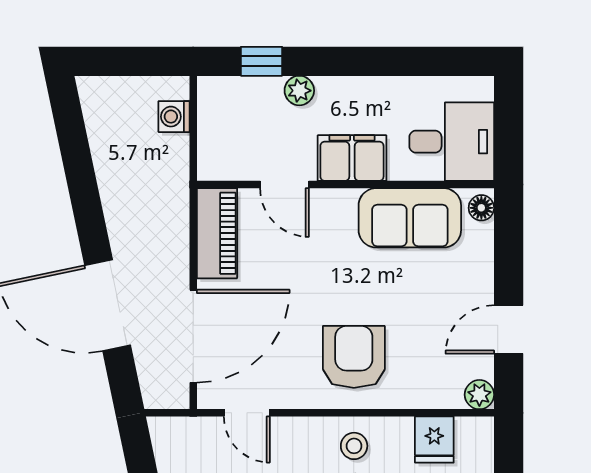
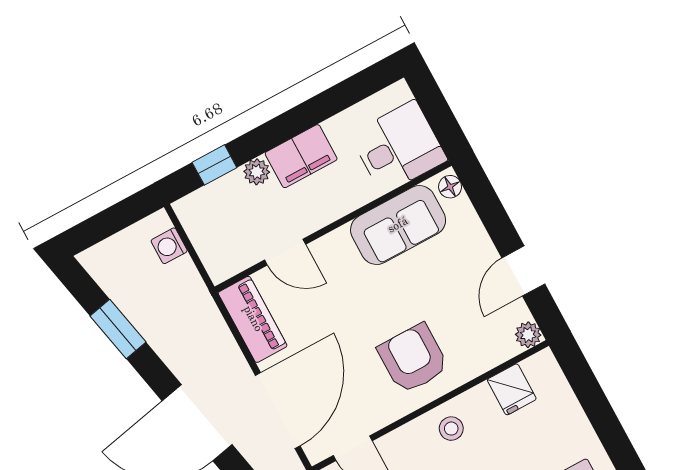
filing cabinet: (352, 158) -> (301, 156), moved, turned 180
window: (80, 171) -> (118, 329), added

